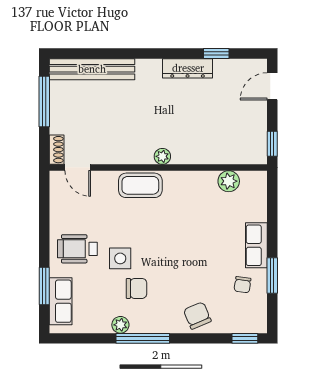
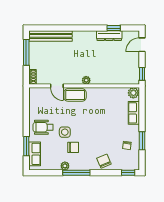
dresser: (188, 68) -> (109, 36), moved
door: (78, 167) -> (57, 86), moved
plant: (229, 181) -> (133, 93), moved
row of seats: (256, 245) -> (134, 113), moved

